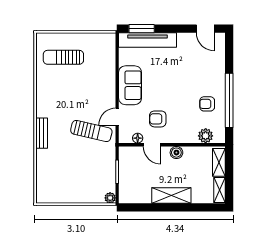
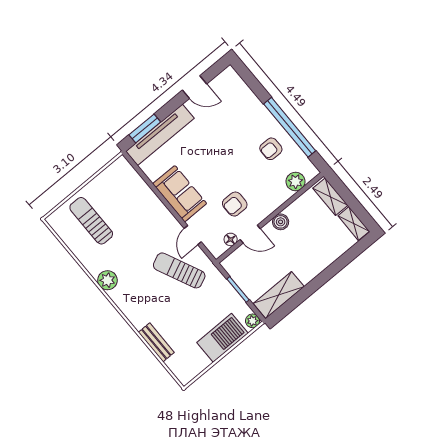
door: (205, 29) -> (195, 87), moved
sun lounger: (63, 57) -> (91, 221), turned 90
plant: (43, 101) -> (107, 280), added
sun lounger: (91, 131) -> (179, 270), turned -128
bench: (42, 133) -> (156, 342), moved
barbecue: (84, 193) -> (222, 338), added
shelving: (171, 195) -> (279, 295), moved

